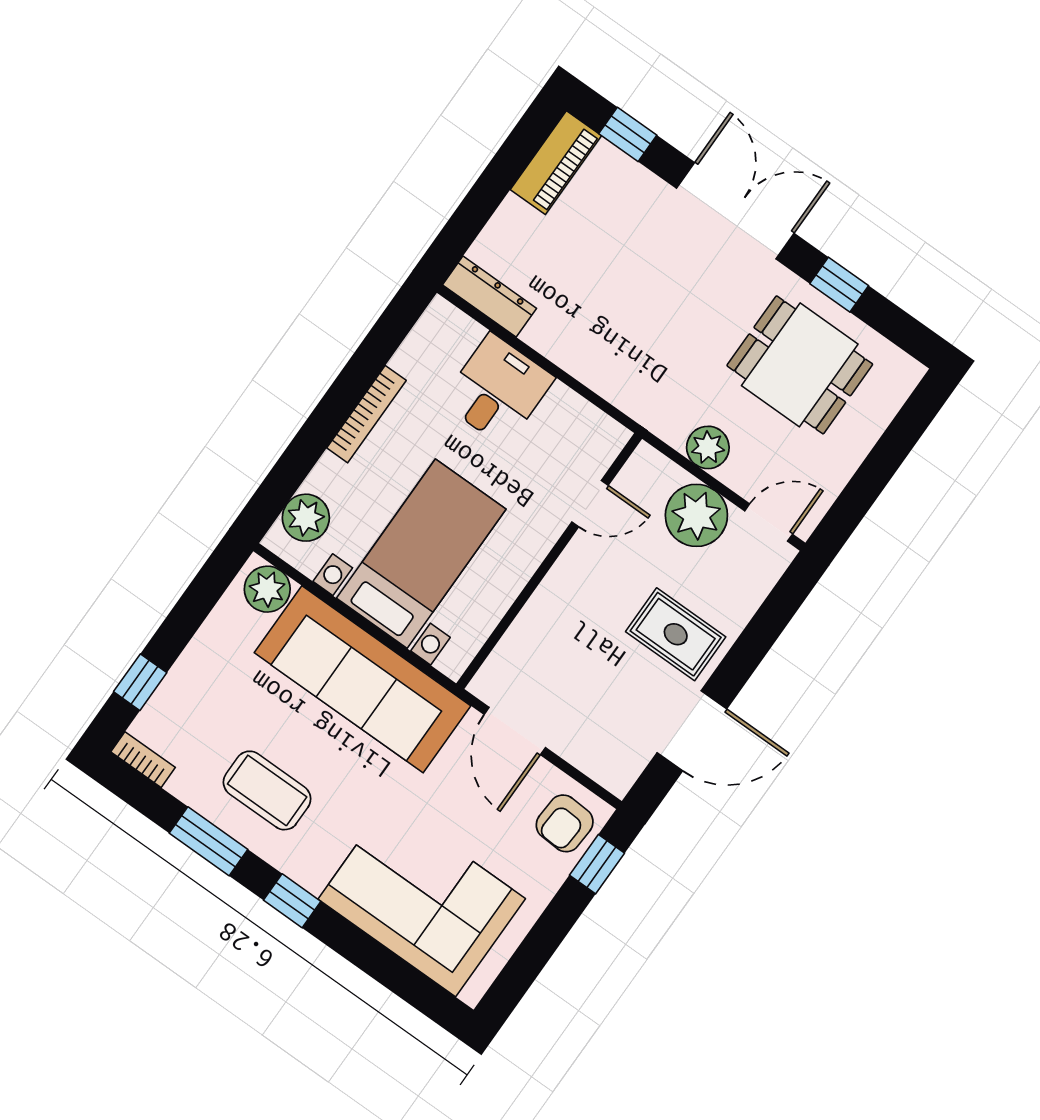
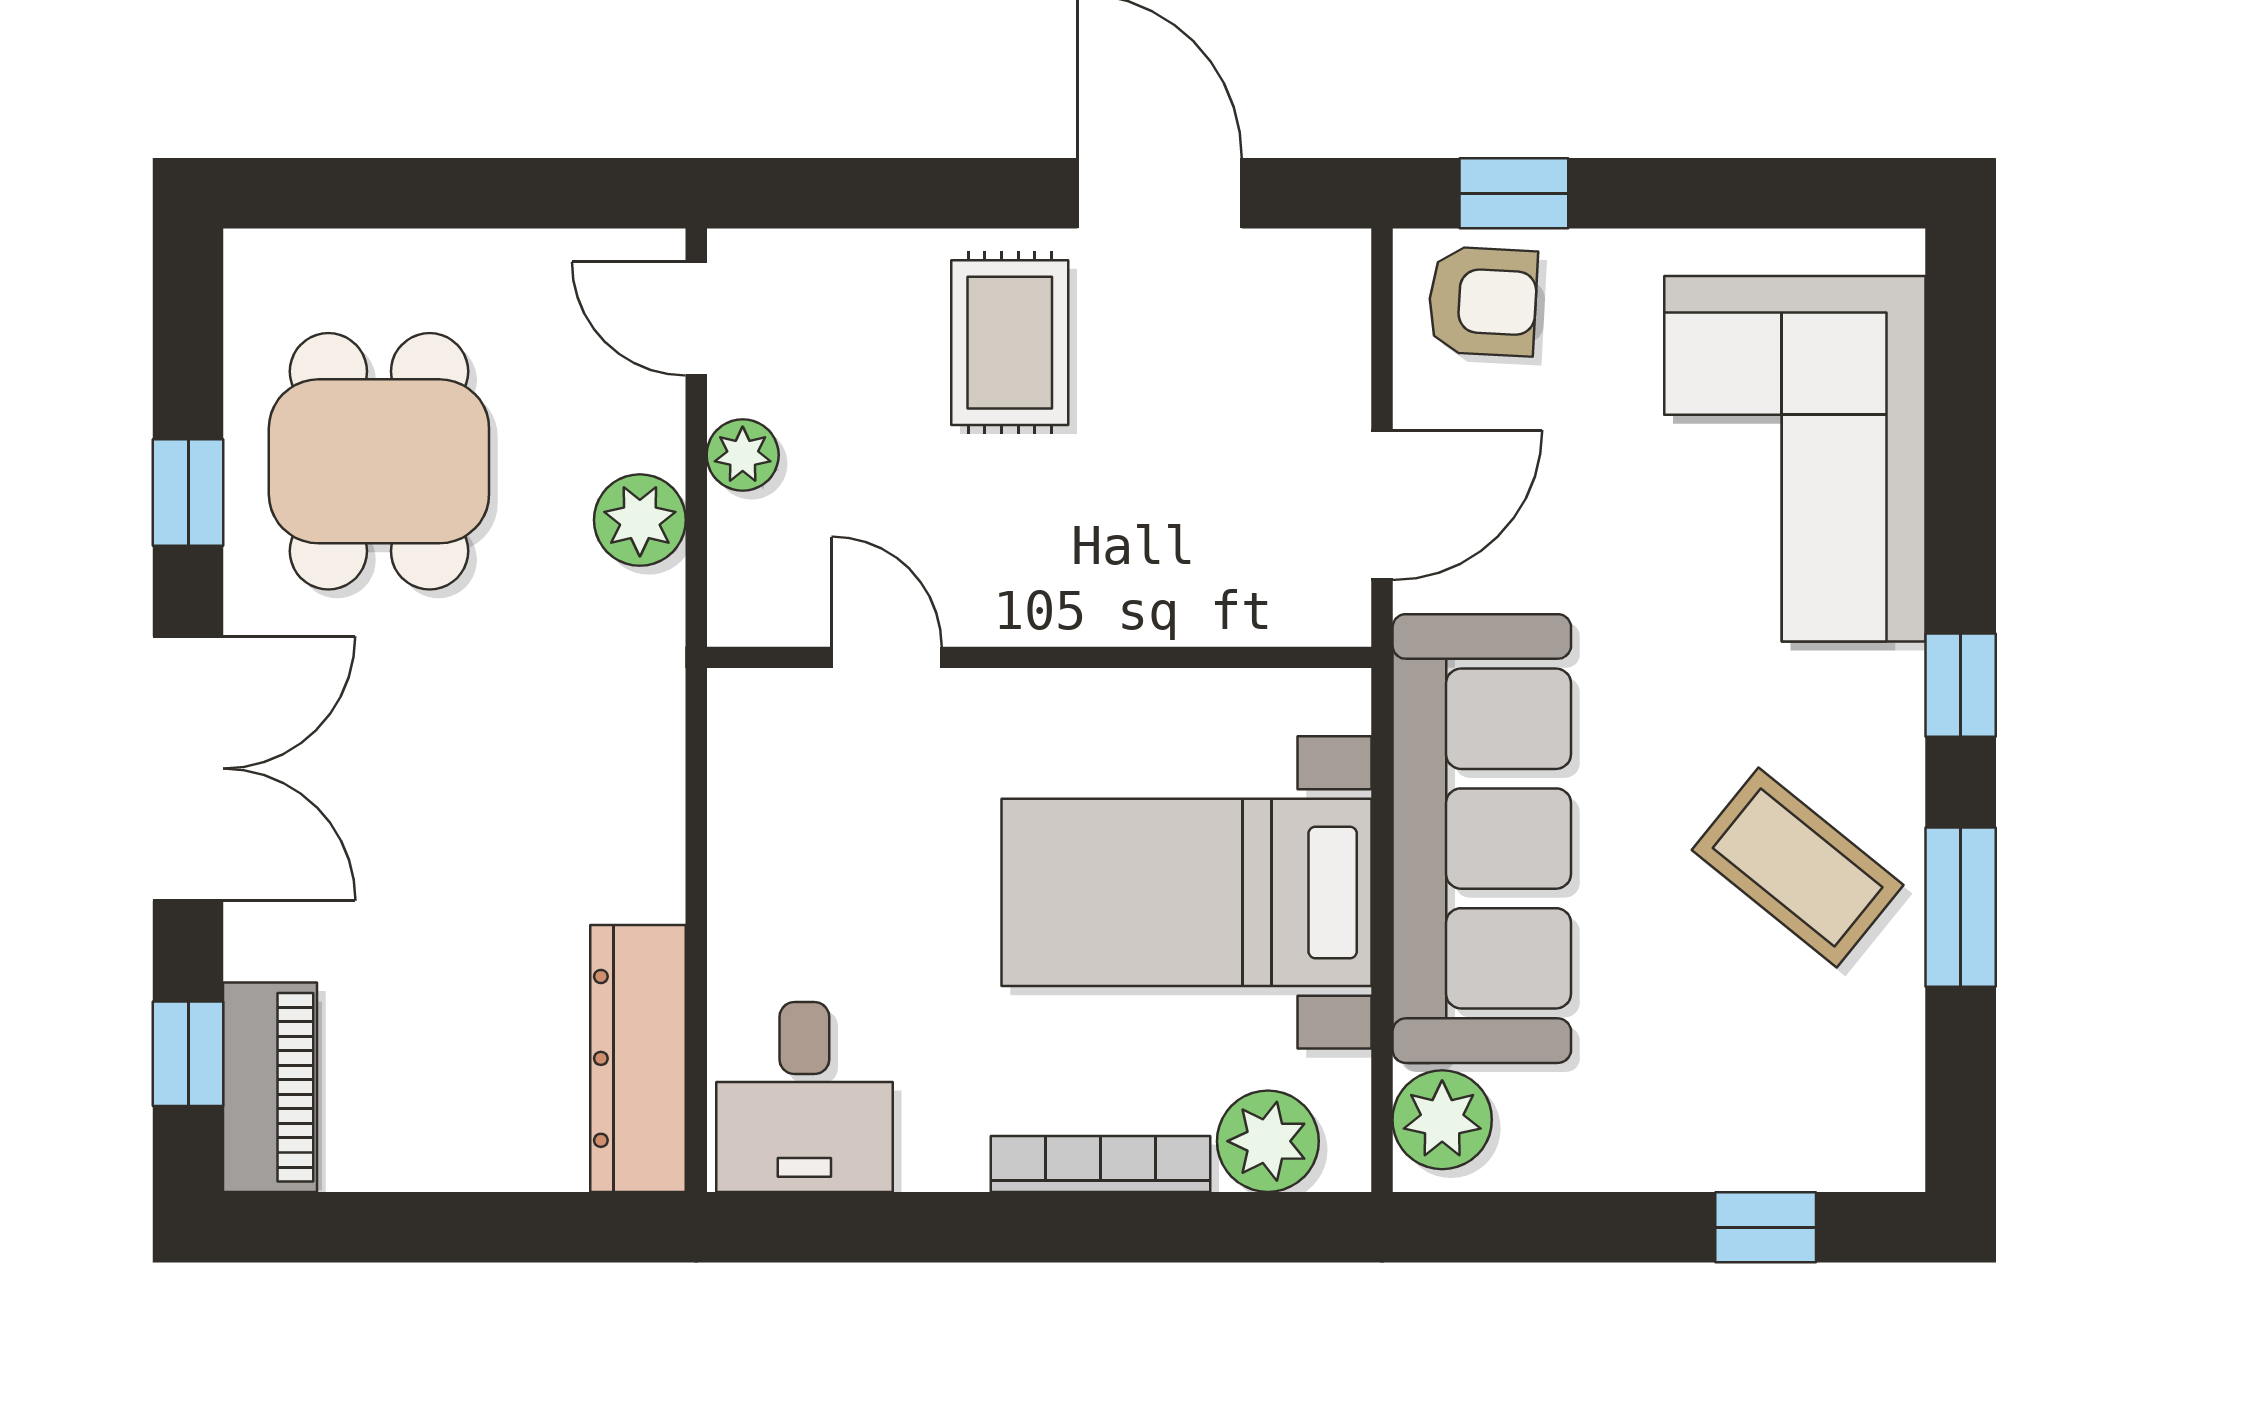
piano: (556, 163) -> (270, 1087), moved, turned 90
double door: (735, 211) -> (188, 768), swing flipped
dresser: (490, 297) -> (638, 1058), width x1.37, depth x1.24
desk: (498, 390) -> (804, 1097), moved, turned -90
bookcase: (366, 414) -> (1100, 1164), moved
plant: (696, 515) -> (743, 455), width x0.53, depth x0.53
bookcase: (143, 760) -> (1899, 1125), removed
coffee table: (267, 790) -> (1798, 868), turned -51

